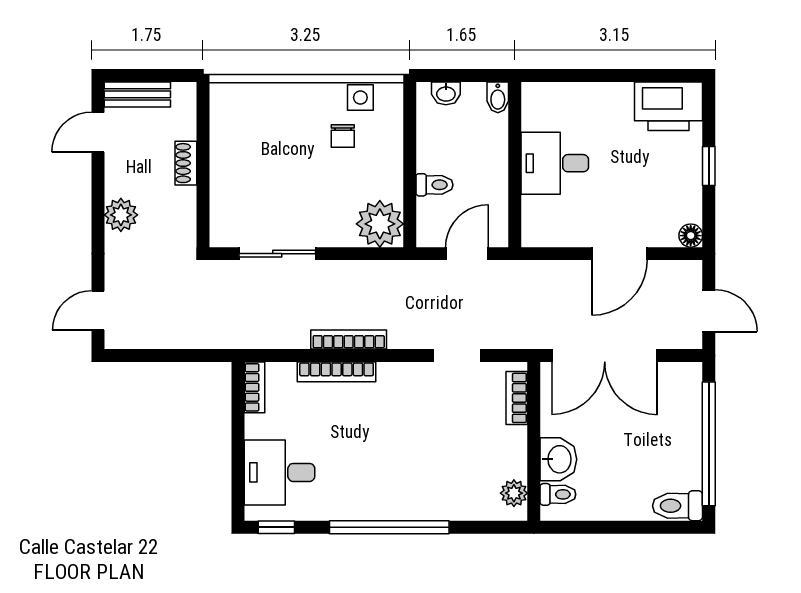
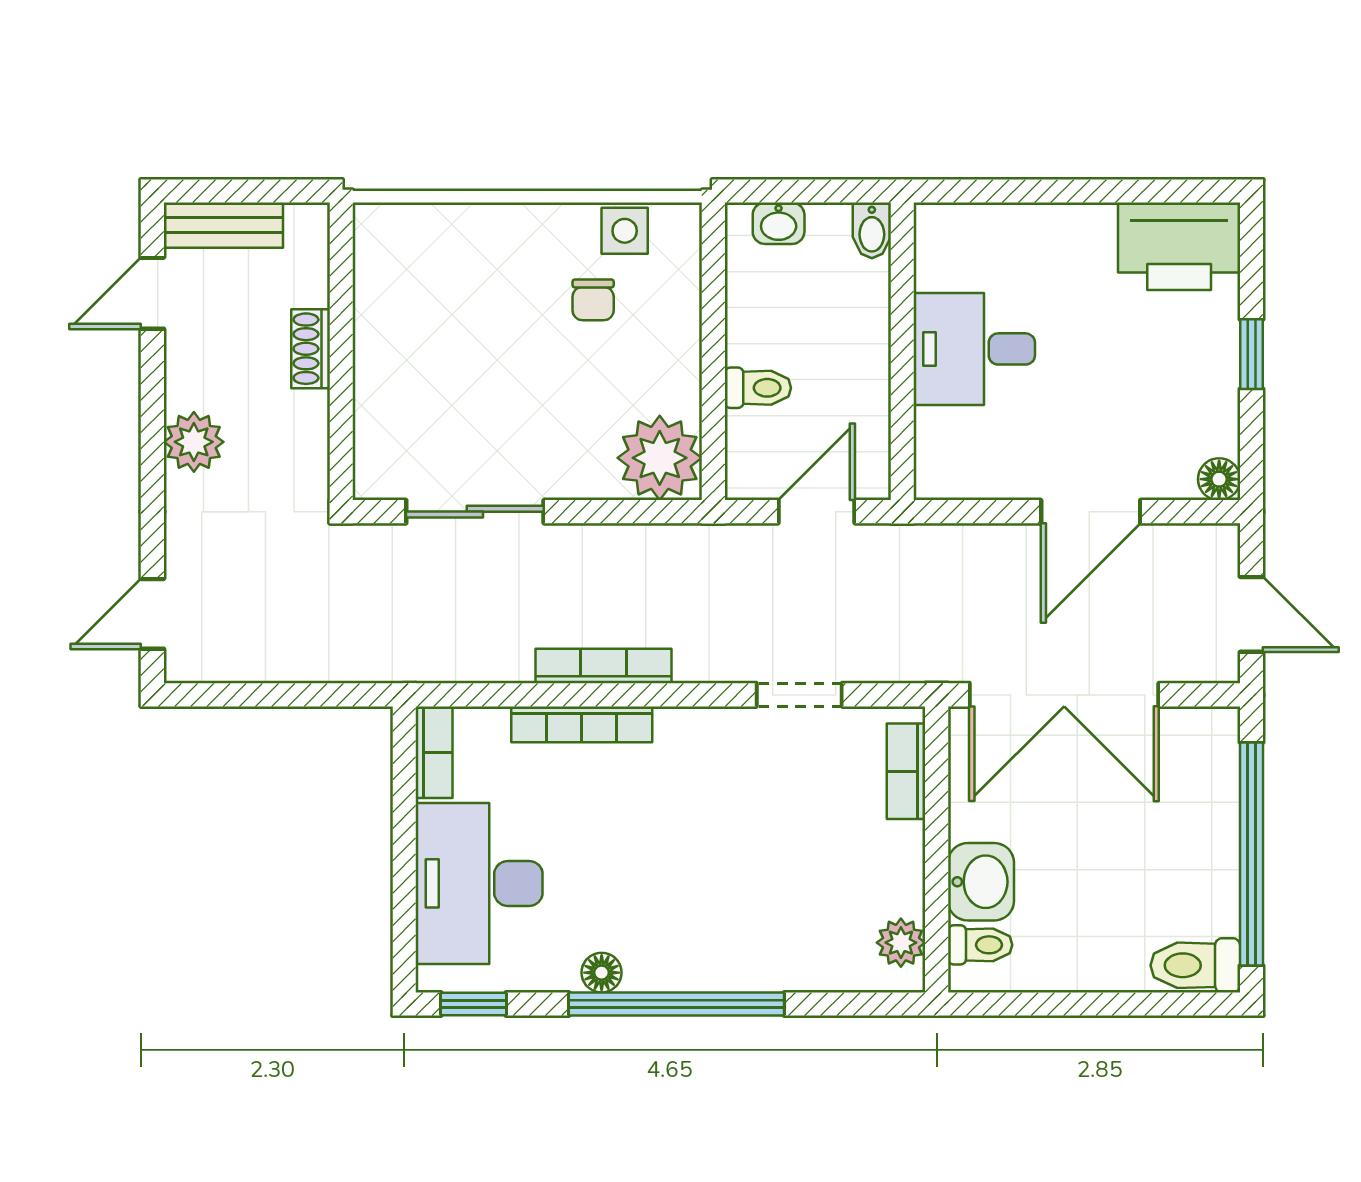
desk: (279, 472) -> (479, 883), width x1.37
floor lamp: (348, 510) -> (602, 973), added

